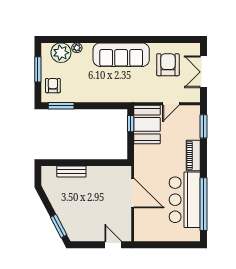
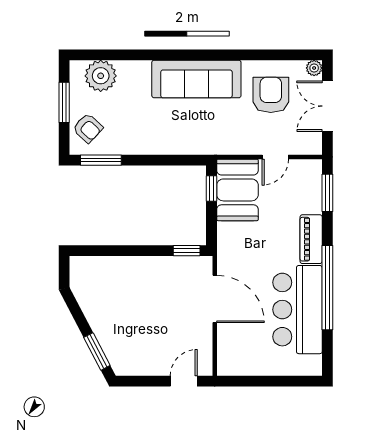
plant: (77, 48) -> (314, 68), moved
armchair: (53, 86) -> (88, 128), turned 133
window: (115, 163) -> (187, 251), added
bench: (71, 171) -> (117, 265), removed
window: (203, 204) -> (327, 288), moved
door: (113, 245) -> (184, 381), hinge flipped

